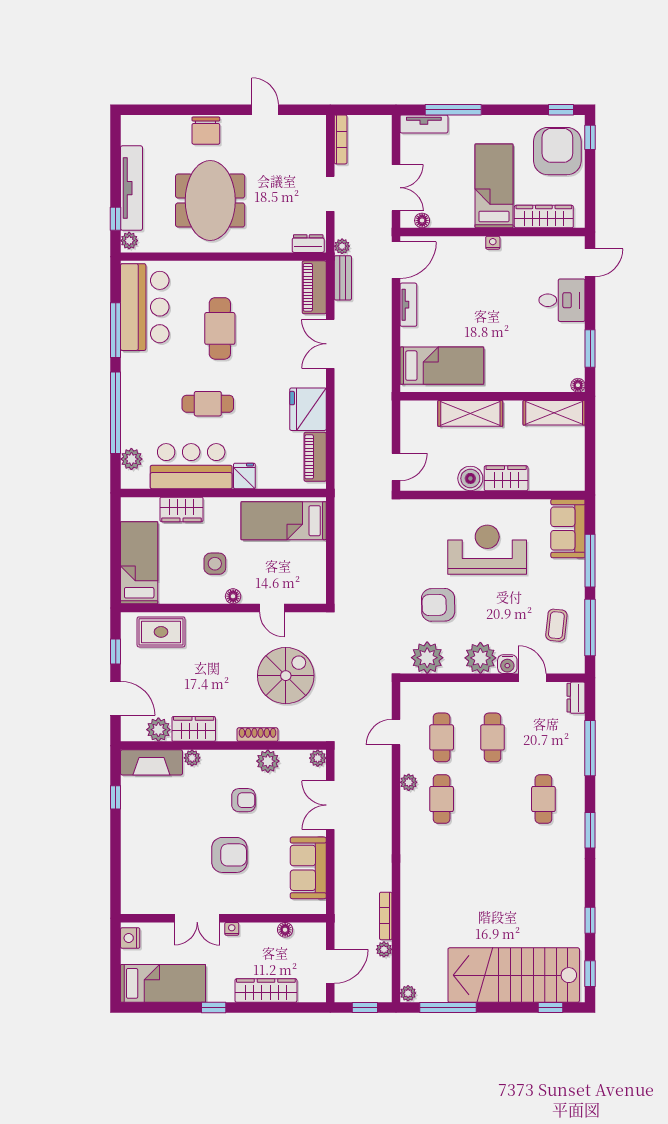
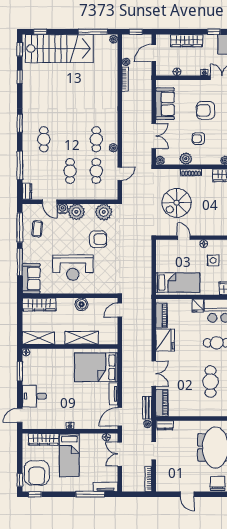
bed: (442, 366) -> (96, 367), width x1.50
wardrobe: (506, 478) -> (39, 304), moved, width x1.50

